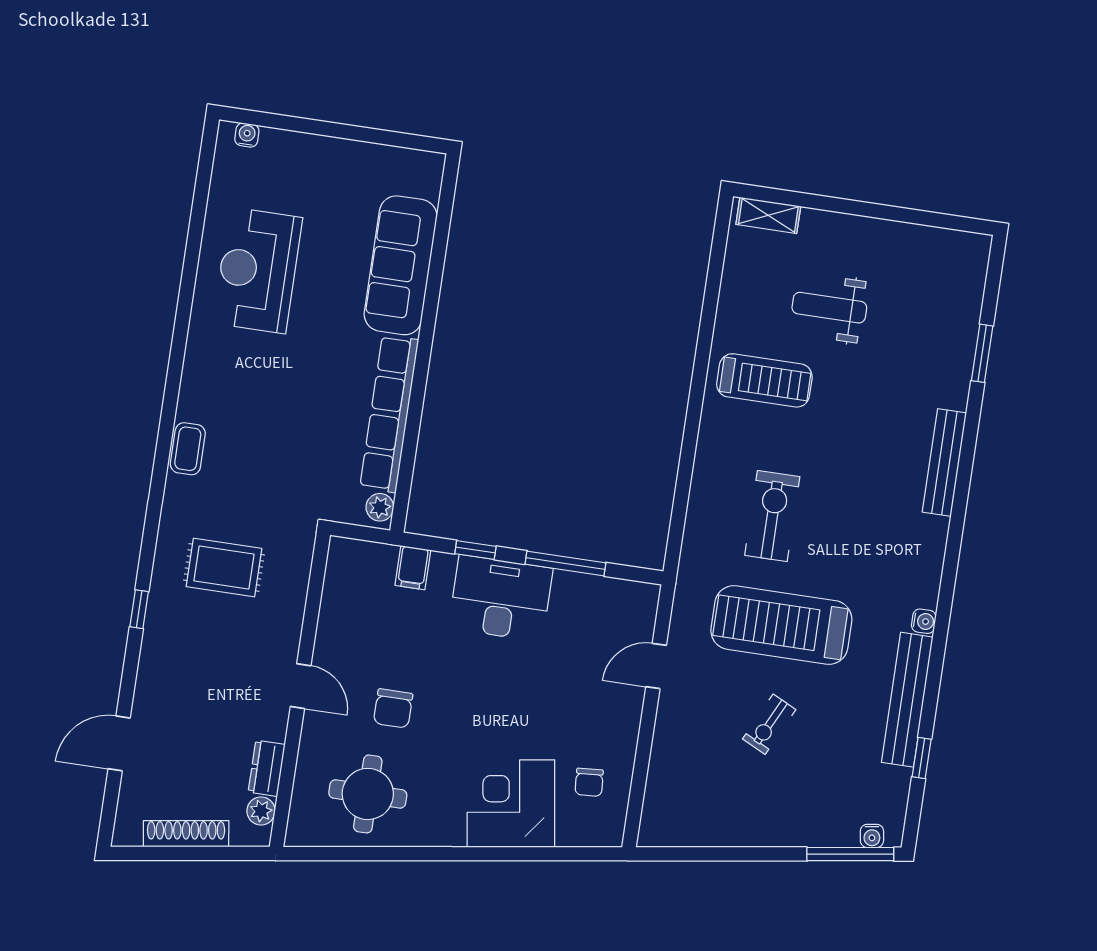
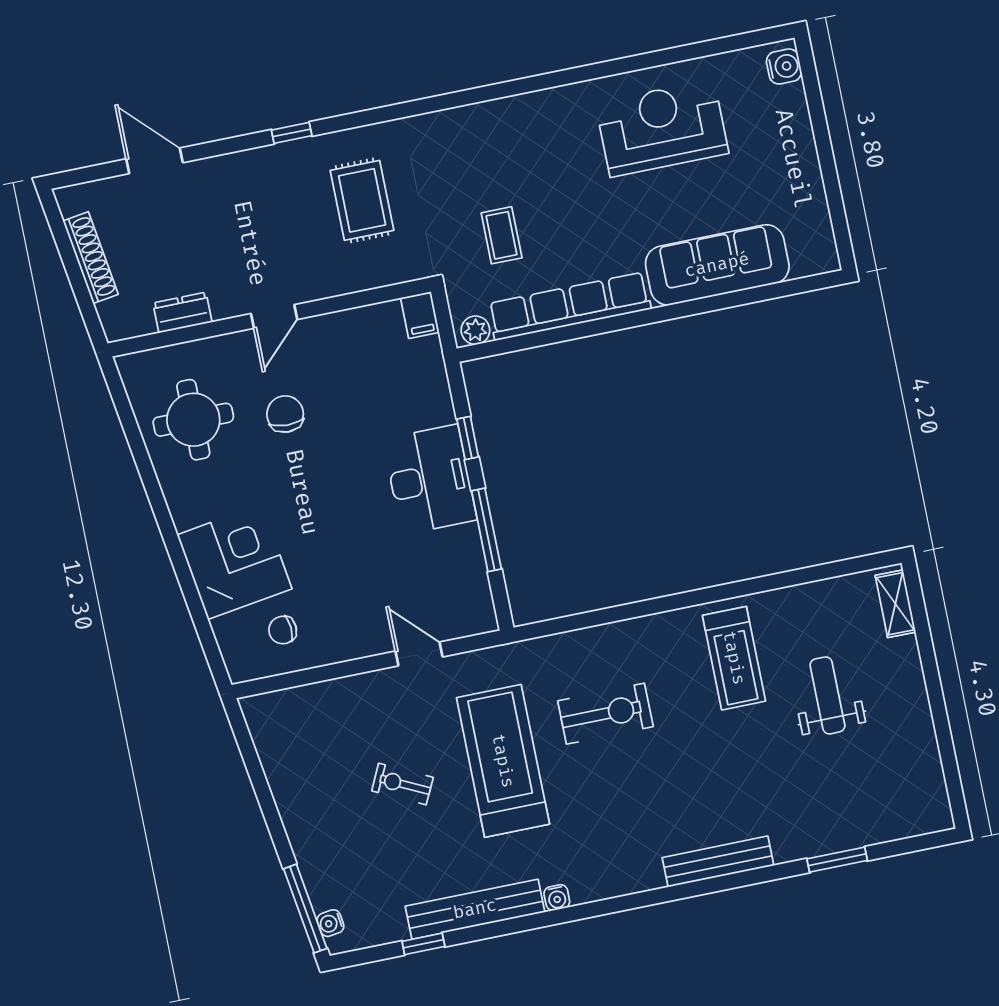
water cooler: (247, 135) -> (784, 66), width x1.38, depth x1.38
coffee table: (188, 449) -> (502, 235), moved, turned 90
filing cabinet: (413, 568) -> (420, 315), moved, turned -90
chair: (393, 708) -> (285, 414), turned 92
plant: (261, 811) -> (139, 322), removed

